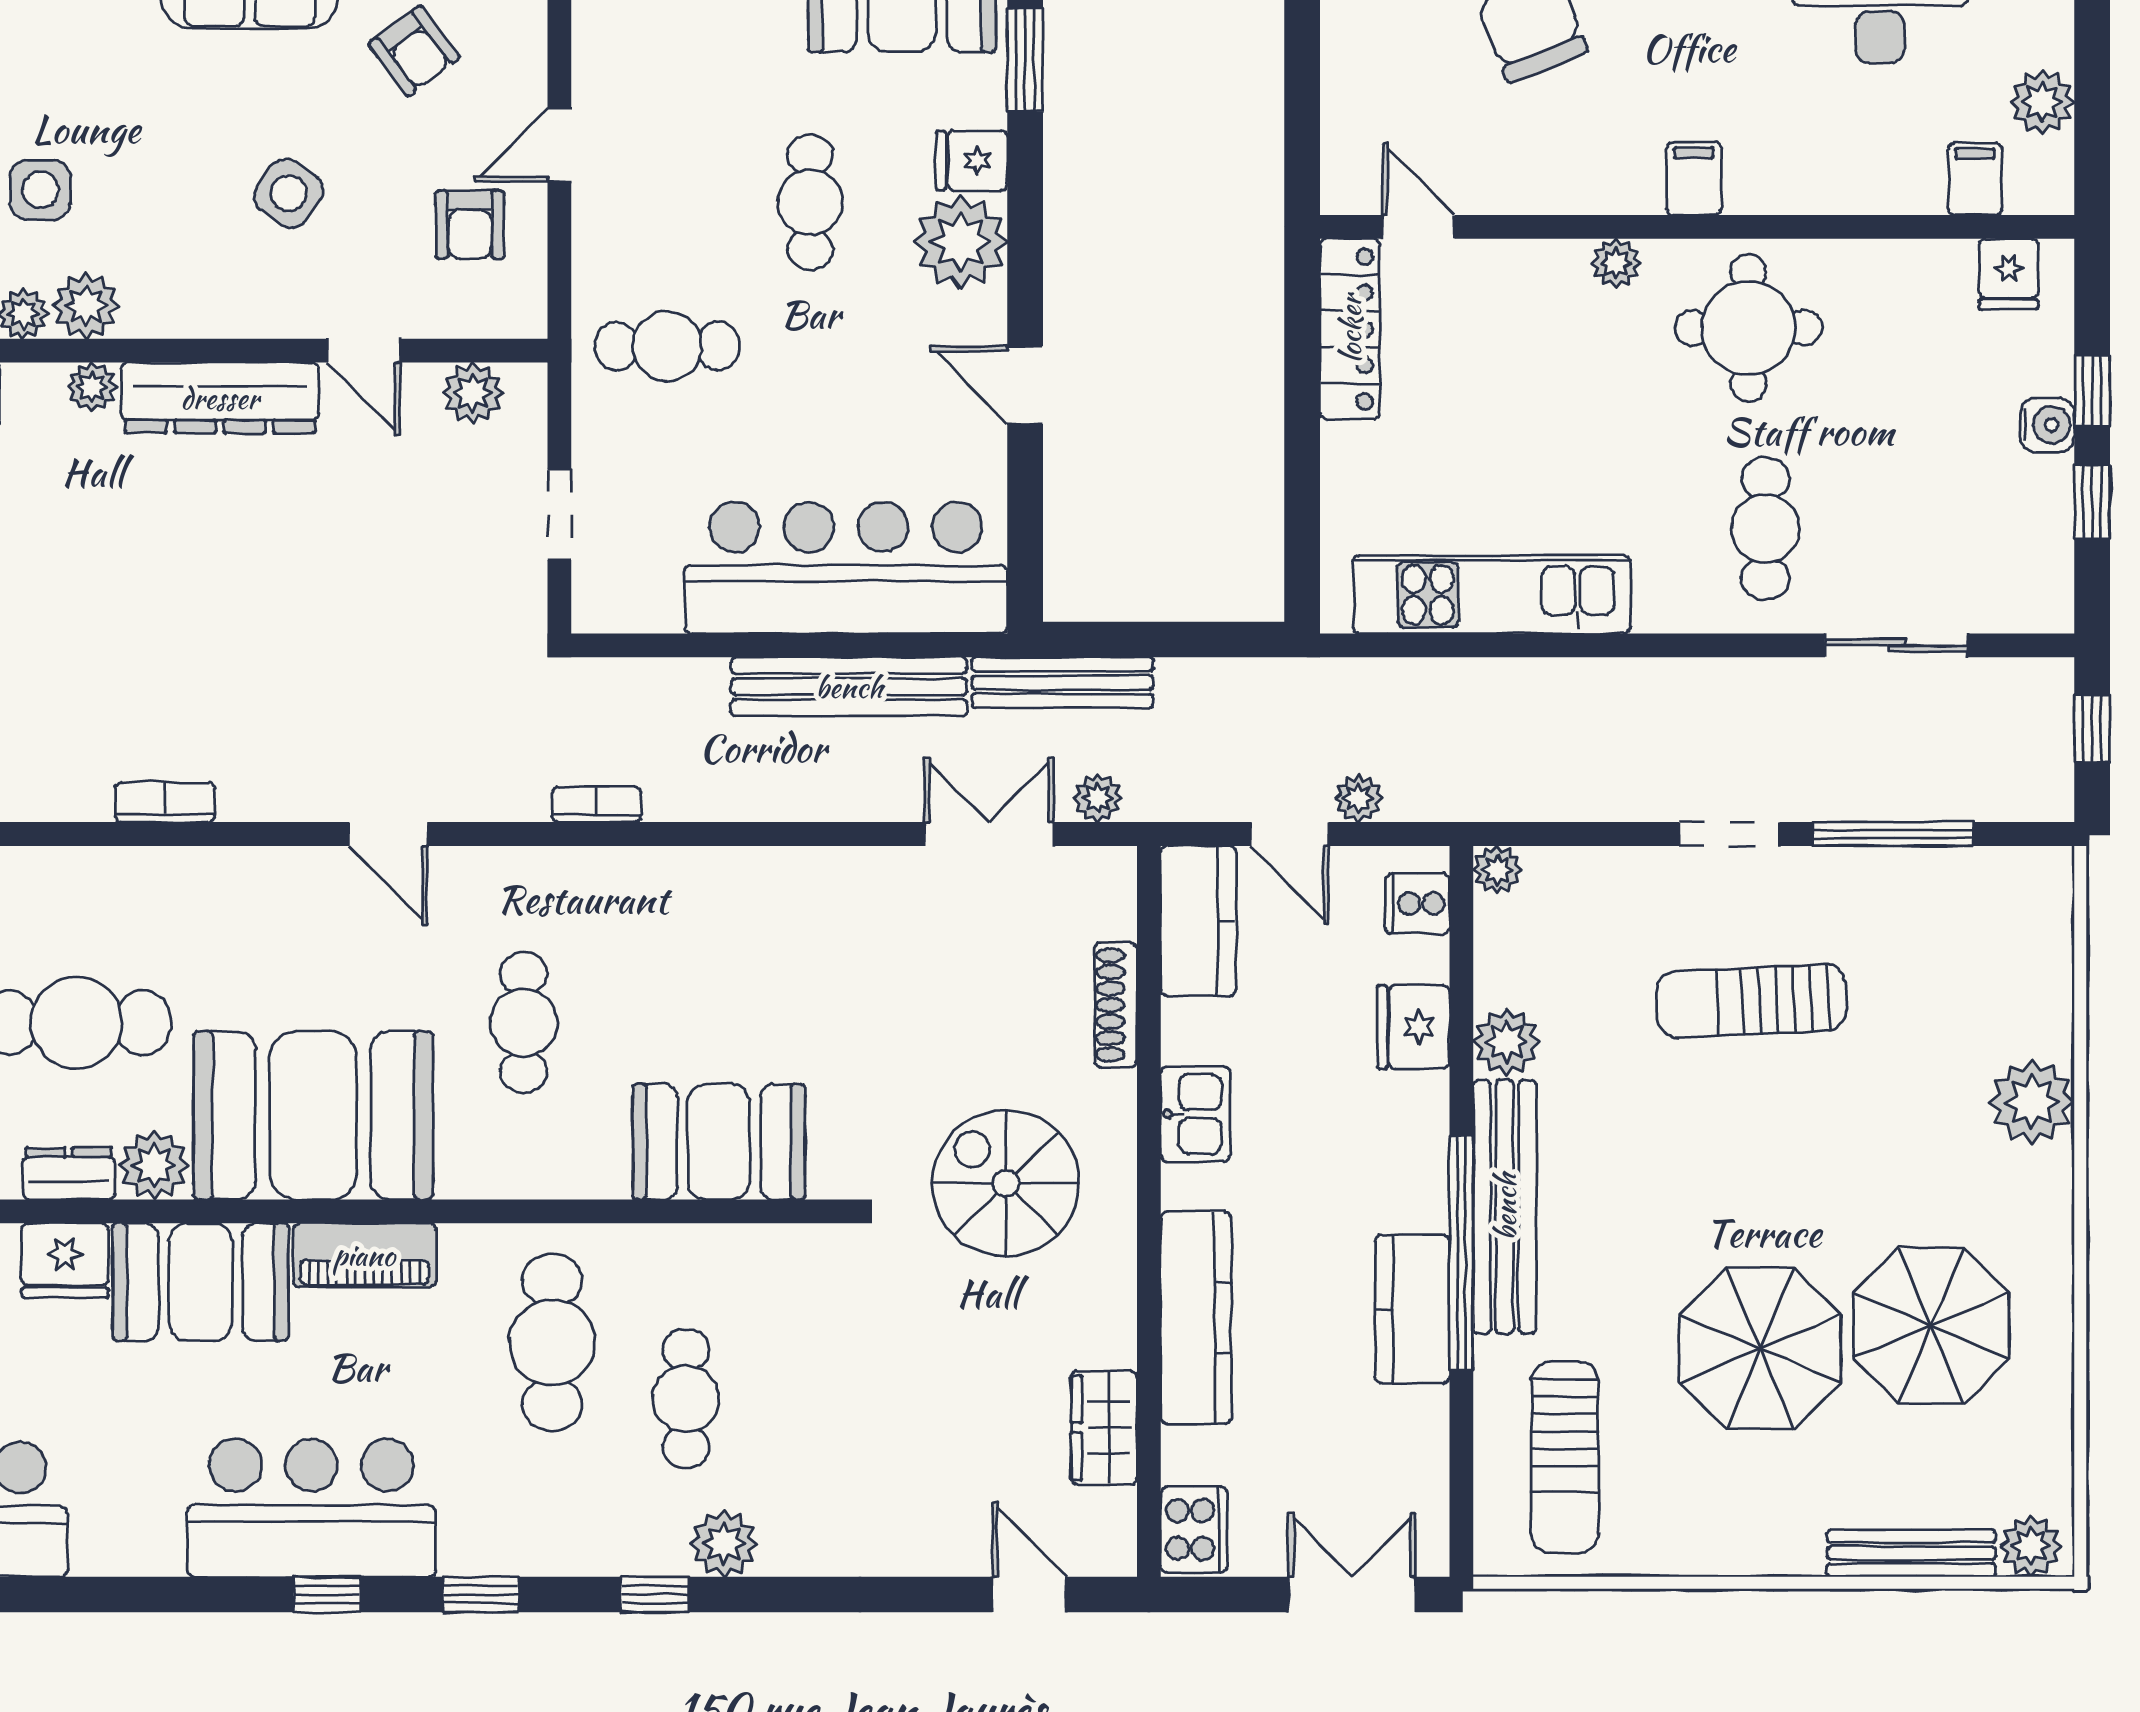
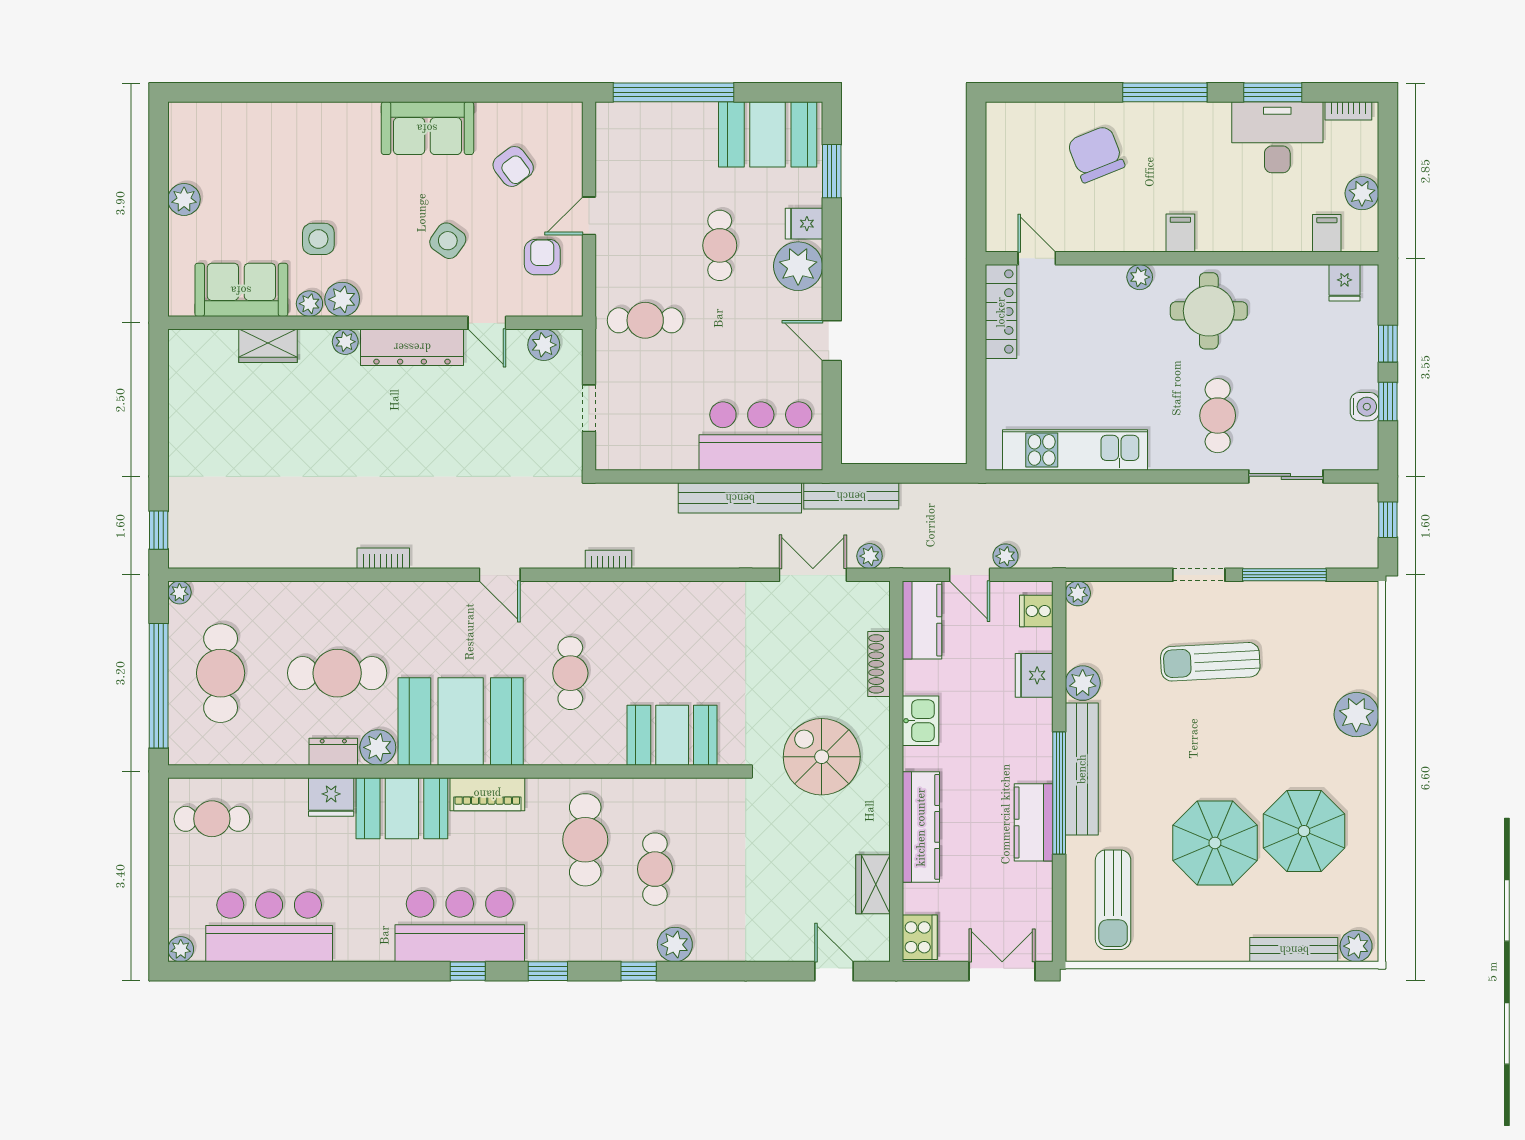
armchair: (470, 225) -> (542, 257), turned 180
water cooler: (2047, 425) -> (1365, 407), moved
bar counter: (846, 568) -> (761, 436), width x0.73

